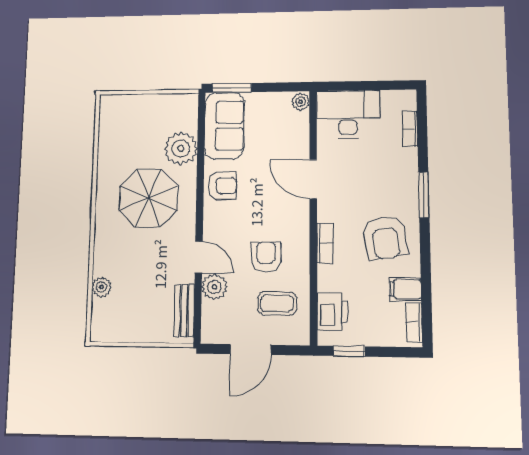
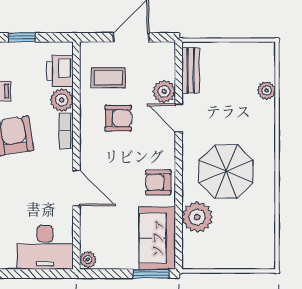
armchair: (266, 257) -> (118, 118), turned -90
plant: (330, 278) -> (62, 100), added
window: (349, 351) -> (22, 37), moved

